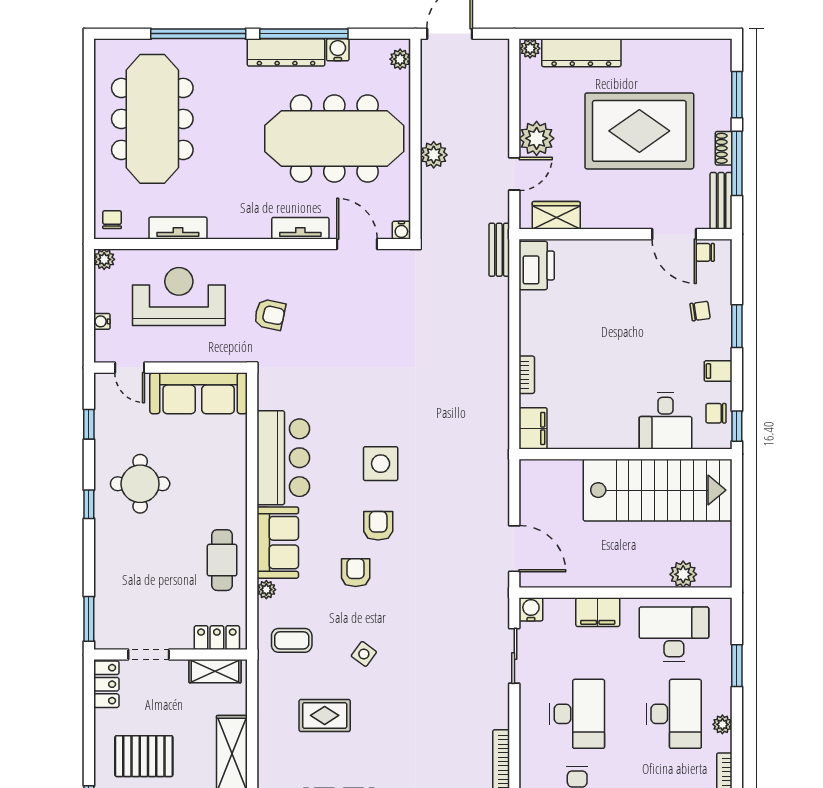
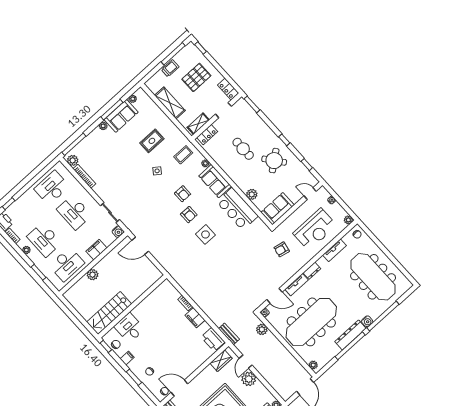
water cooler: (338, 50) -> (367, 321), moved
plant: (434, 155) -> (262, 329), moved
dresser: (251, 228) -> (312, 271), added
sofa: (199, 393) -> (278, 209), width x0.73
filing cabinet: (533, 428) -> (195, 318), moved
plant: (234, 460) -> (252, 194), added
round table: (140, 484) -> (274, 161), turned -38
stairs: (658, 490) -> (109, 313), width x0.73, depth x0.66
cafe table: (222, 560) -> (243, 149), moved
plant: (683, 574) -> (93, 275), moved

